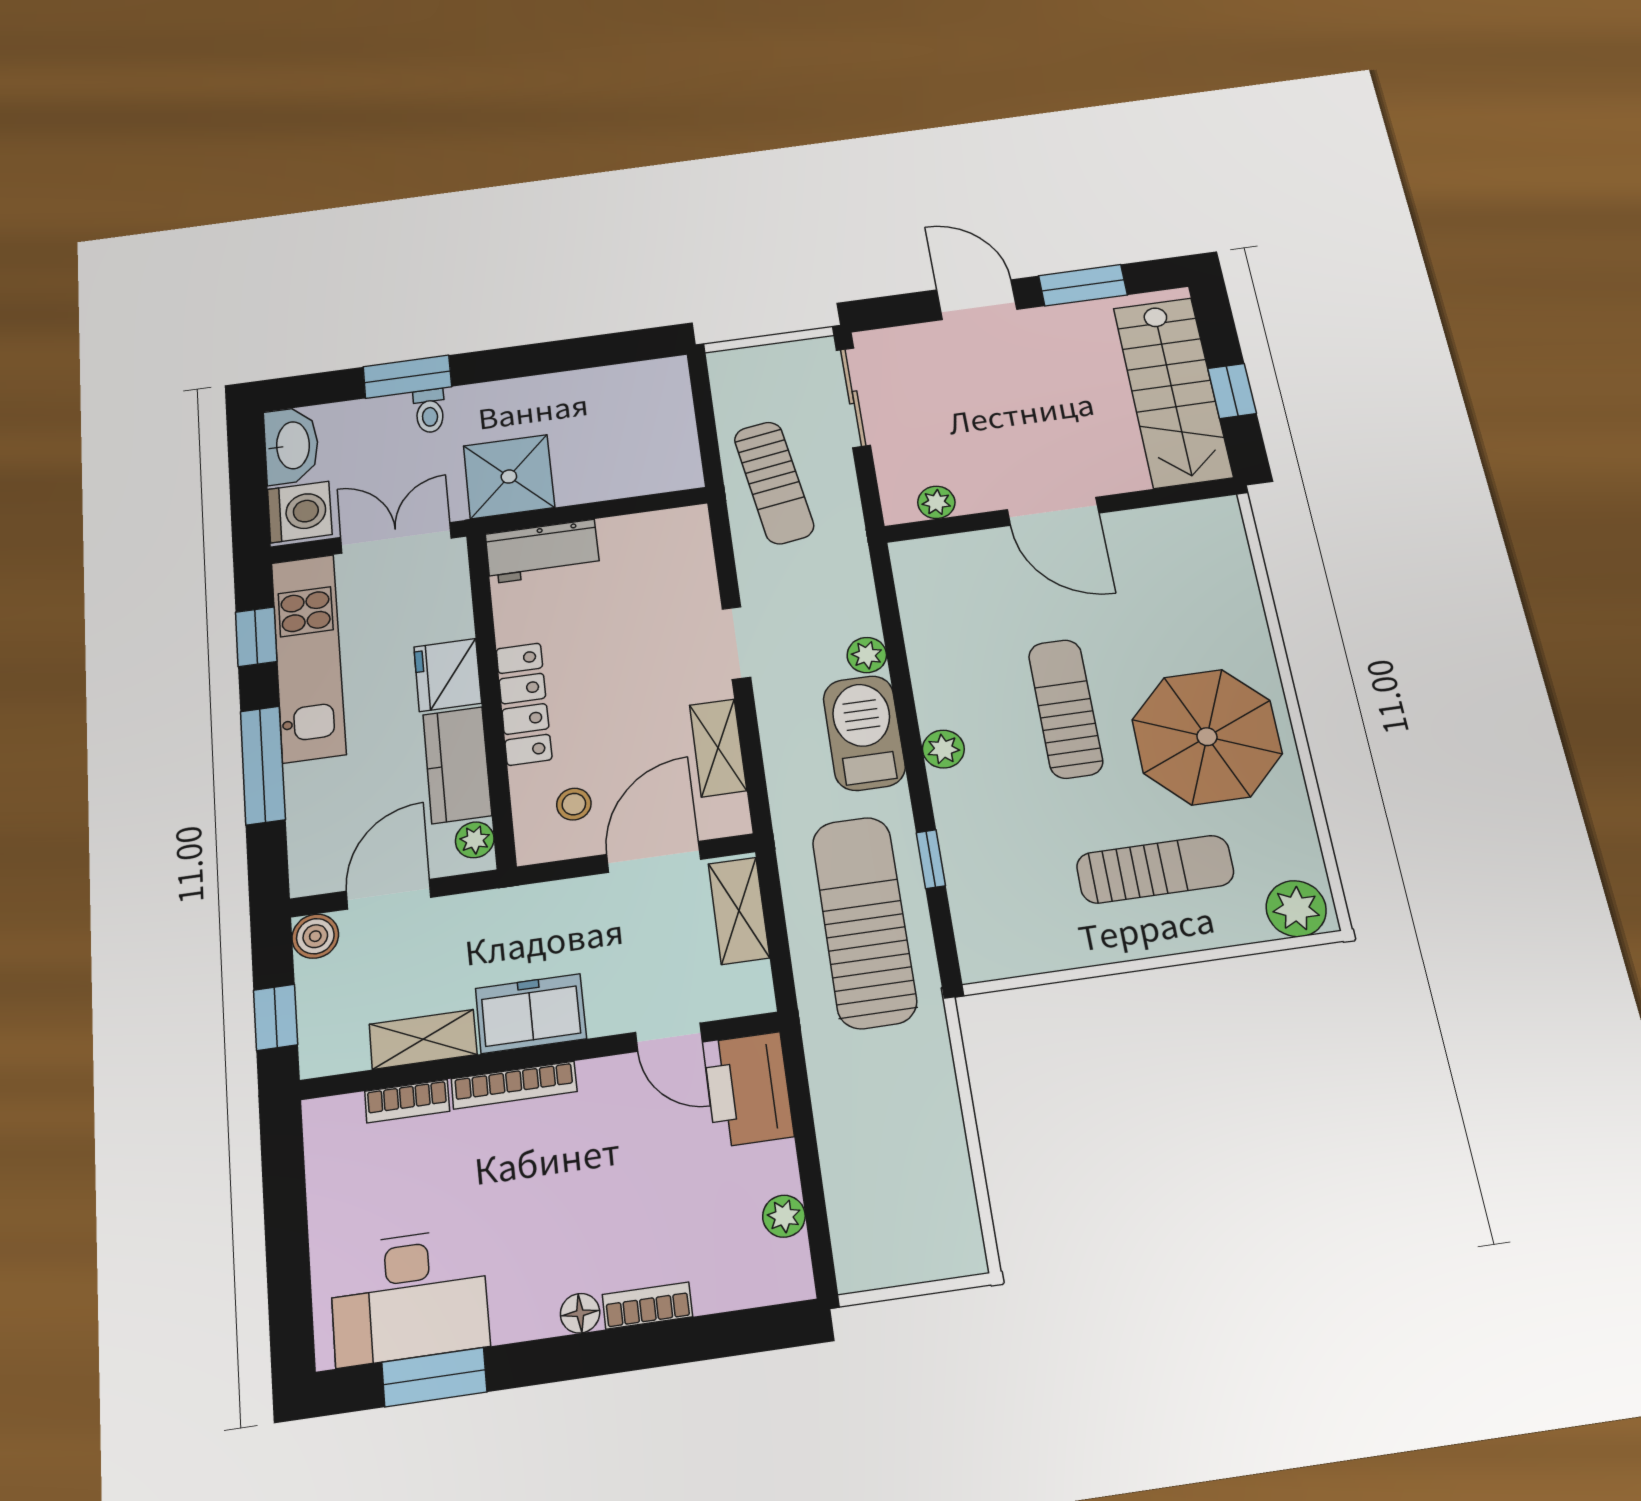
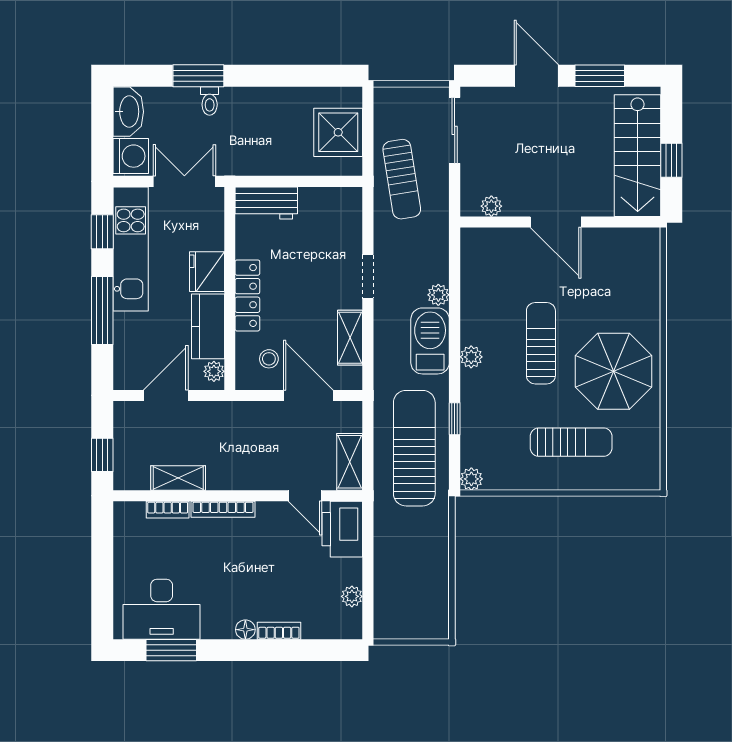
shower: (509, 477) -> (338, 132), moved
door: (654, 857) -> (308, 395), hinge flipped
plant: (1296, 909) -> (471, 479), moved, width x0.73, depth x0.73
shelving: (739, 911) -> (350, 462), moved
boiler: (315, 936) -> (125, 413), removed
freezer: (531, 1014) -> (235, 472), removed

